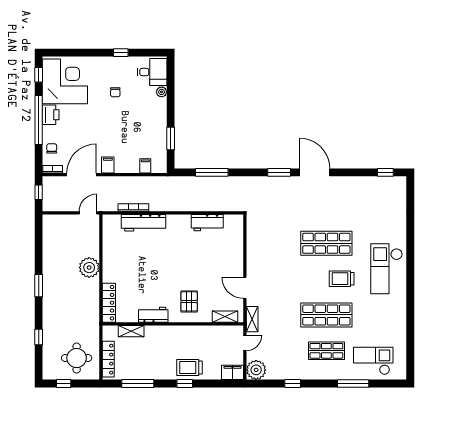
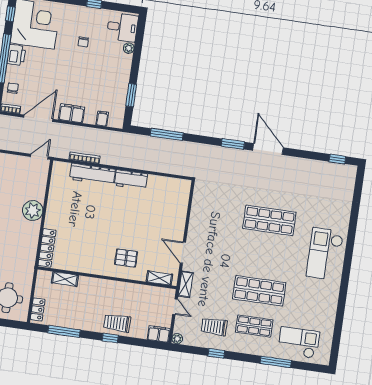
filing cabinet: (108, 165) -> (72, 113), width x2.00
workbench: (207, 223) -> (131, 180), moved
trolley: (342, 279) -> (214, 327), moved
pallet: (189, 301) -> (126, 258), turned 90
workbench: (153, 315) -> (89, 266), removed
door: (245, 343) -> (175, 307), hinge flipped
locker: (108, 359) -> (38, 309), width x0.66
plant: (256, 370) -> (177, 339), width x0.53, depth x0.53

